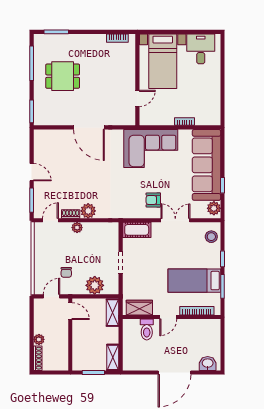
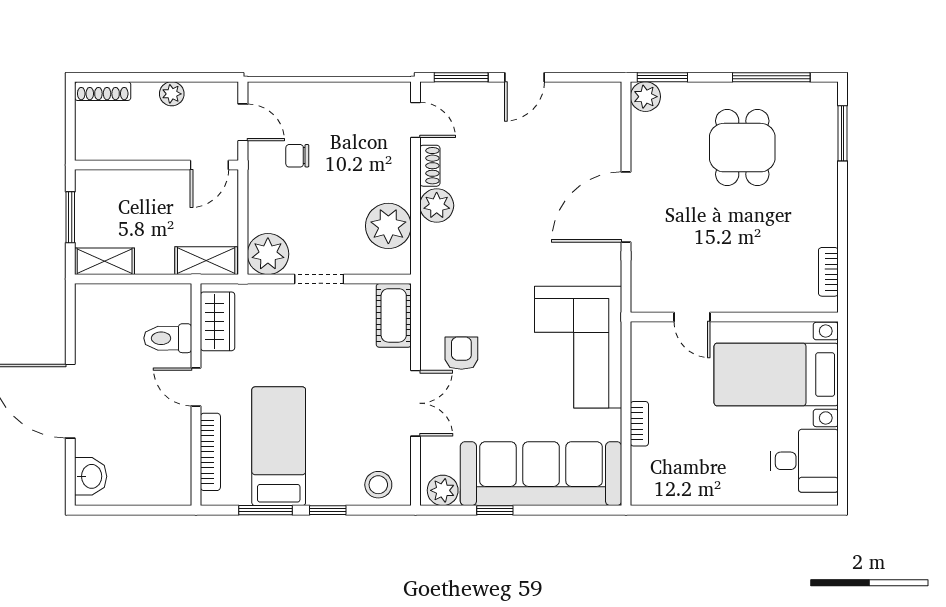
plant: (40, 119) -> (645, 97), added
plant: (77, 228) -> (388, 226), moved, width x1.87, depth x1.87
plant: (95, 285) -> (268, 254), moved
plant: (39, 339) -> (172, 94), moved

